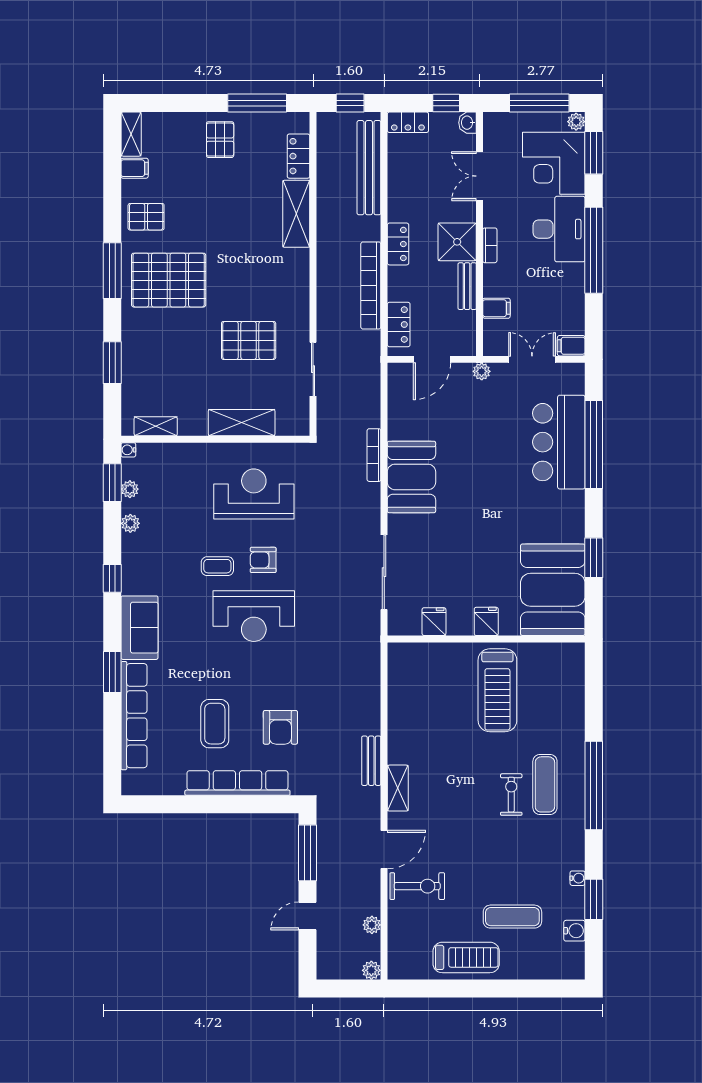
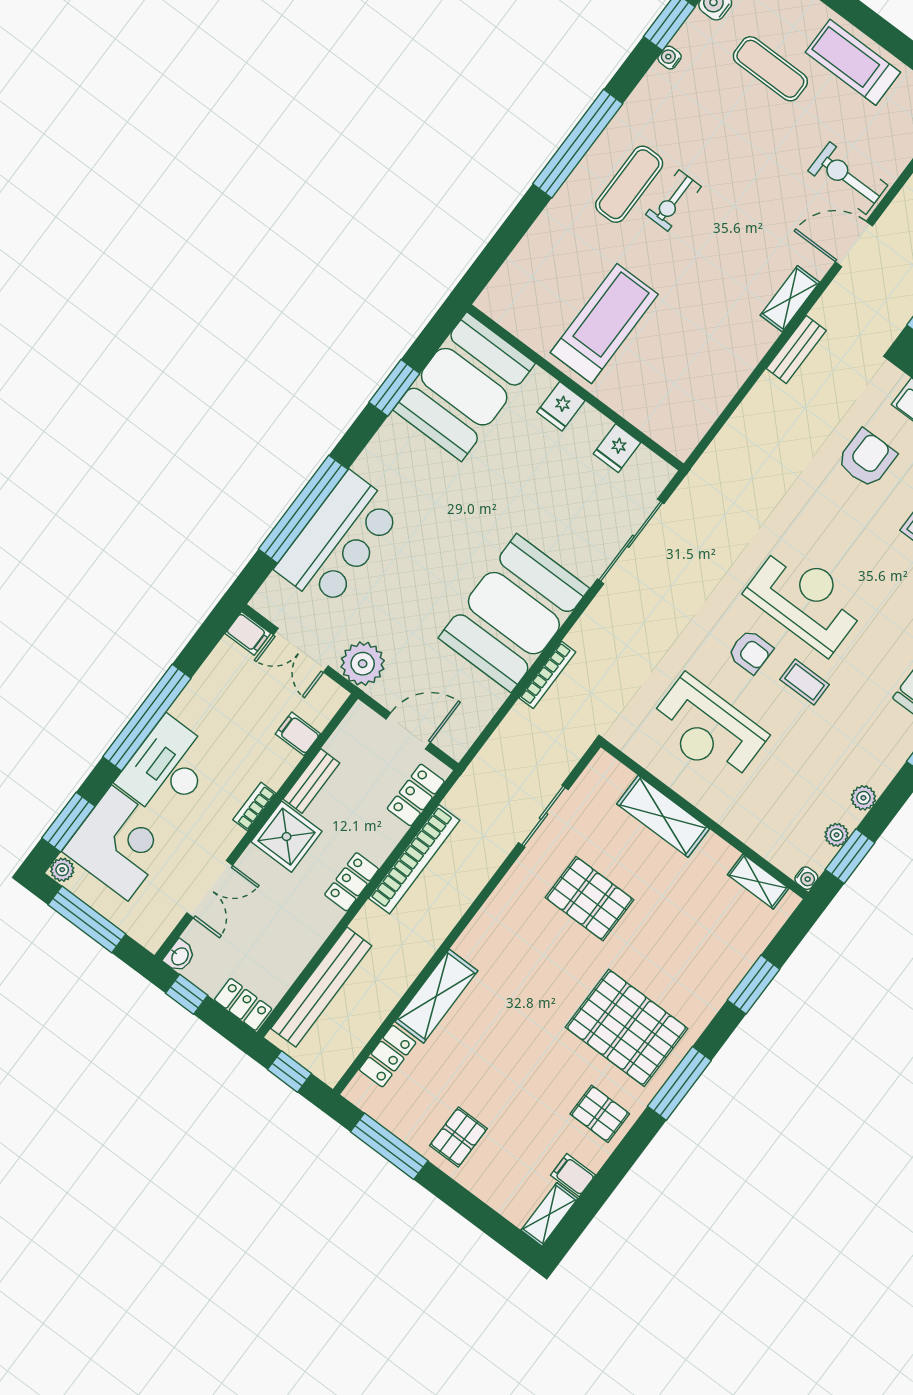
plant: (482, 371) -> (363, 664), width x1.87, depth x1.87
booth: (411, 477) -> (514, 613), width x1.36, depth x1.42

